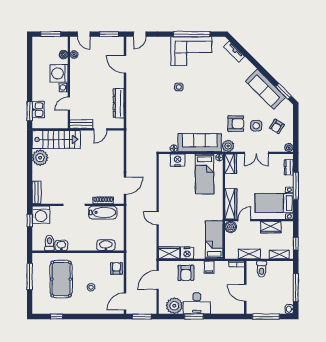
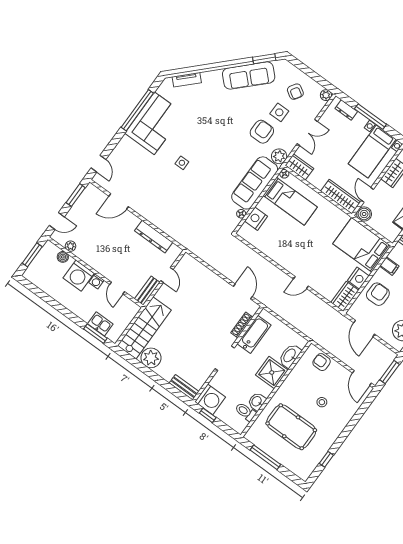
bed: (214, 240) -> (362, 245), width x1.50
shower: (87, 241) -> (272, 372), added
armchair: (186, 273) -> (378, 294), turned -90

